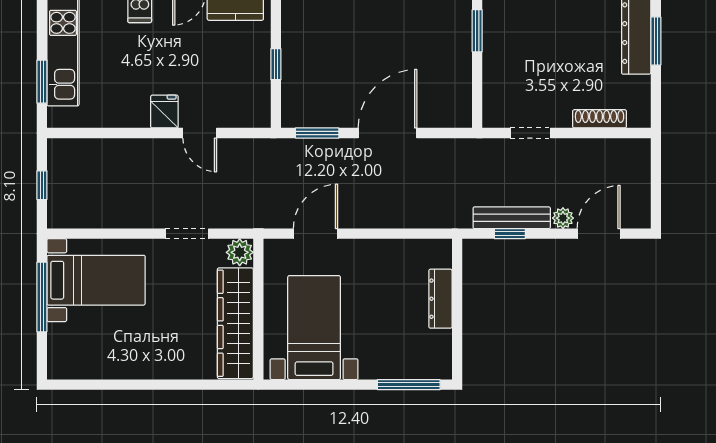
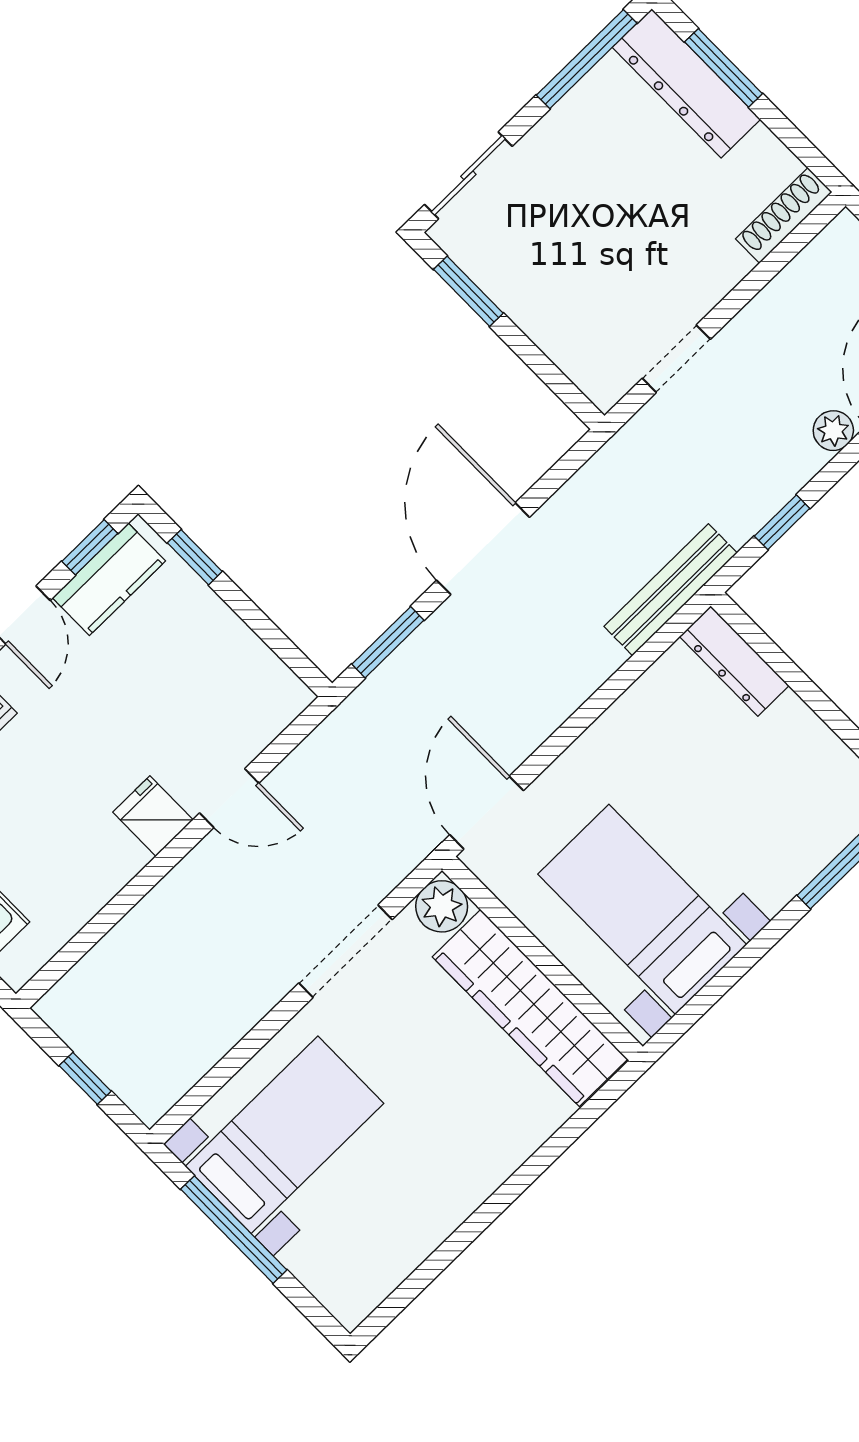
window: (276, 64) -> (195, 557), moved
shoe rack: (600, 119) -> (784, 215), moved
bench: (512, 218) -> (671, 590), moved
doorway: (187, 234) -> (346, 951), width x1.38
door: (316, 234) -> (487, 813), moved
dresser: (440, 299) -> (734, 661), moved

